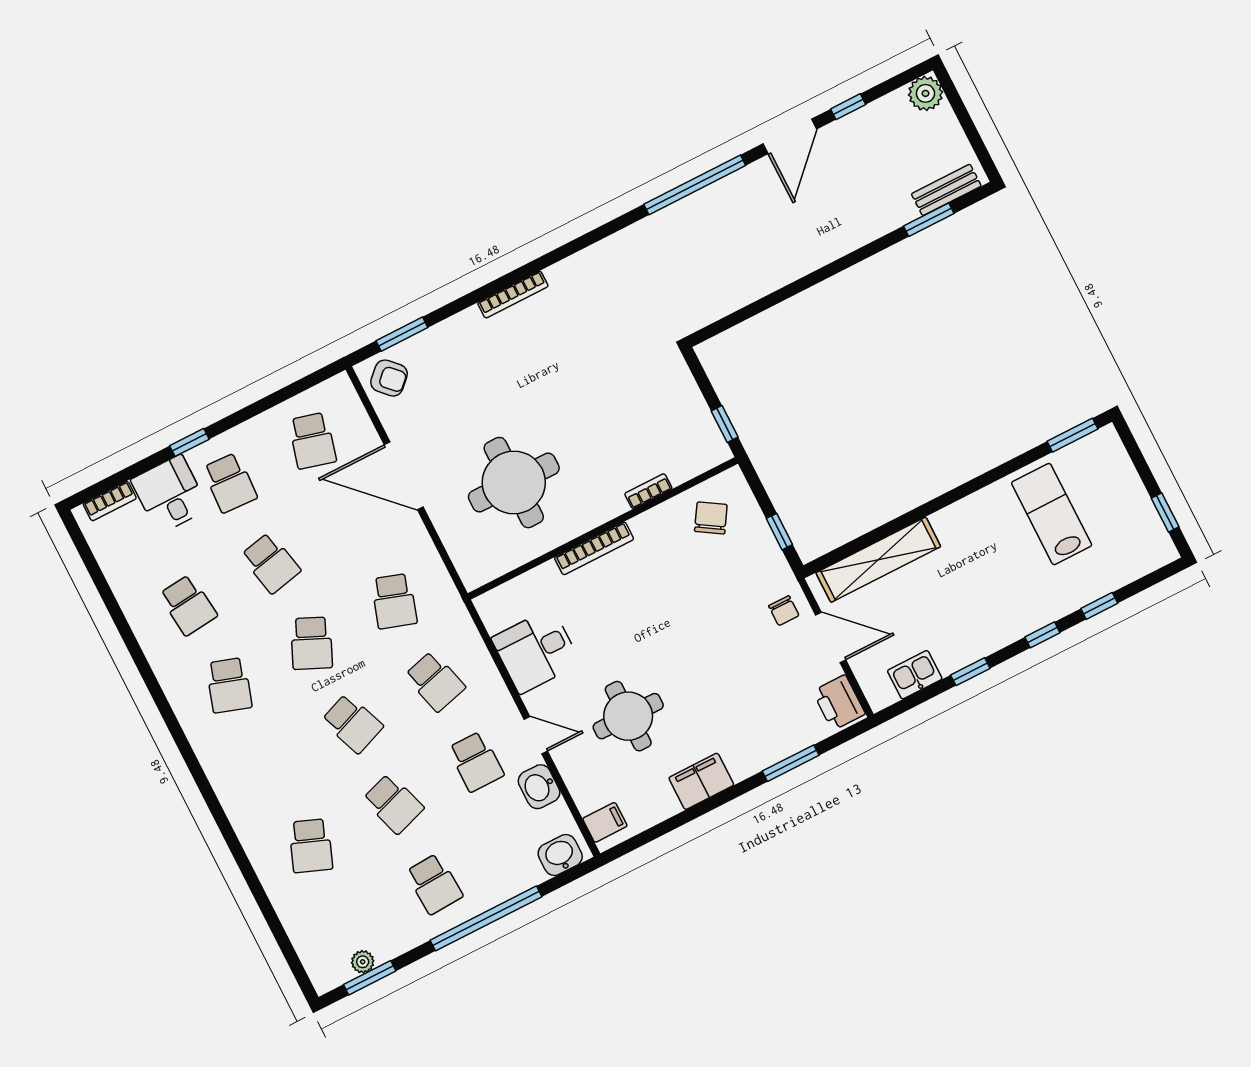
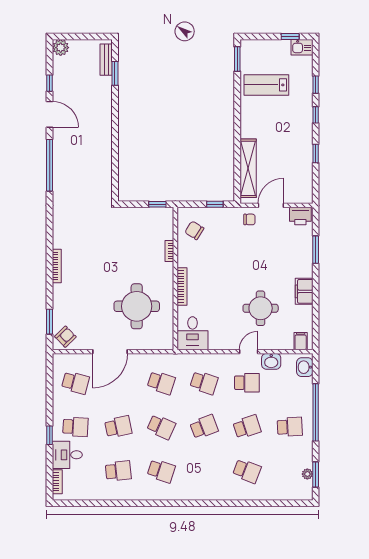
desk: (536, 651) -> (193, 333), moved
kitchen sink: (915, 675) -> (302, 47), moved, turned -90
school desk: (435, 681) -> (204, 383), turned 33

